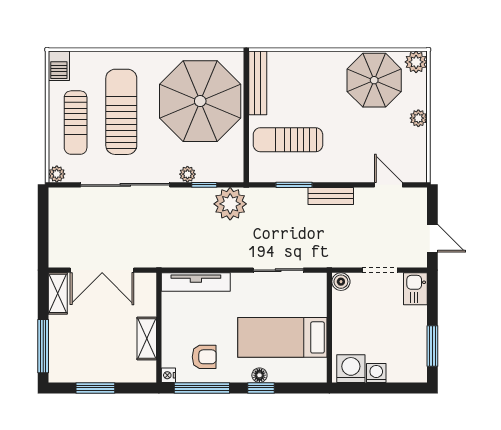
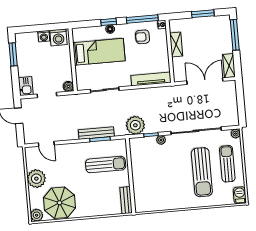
bench: (258, 83) -> (126, 200), width x0.73
parasol: (200, 101) -> (158, 182), removed
plant: (418, 118) -> (36, 179), width x1.88, depth x1.88
bench: (331, 196) -> (96, 133), moved, width x1.36

